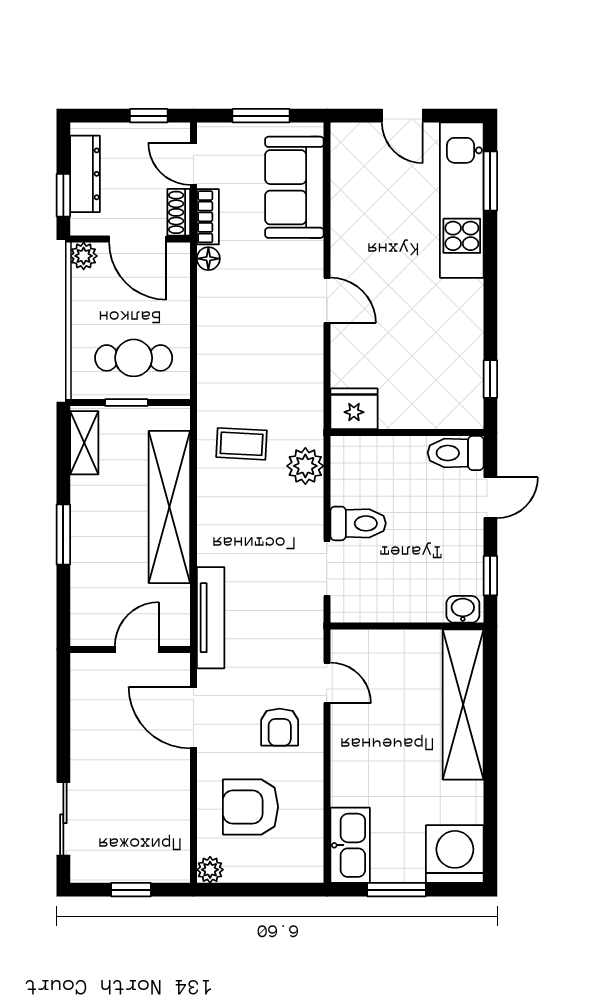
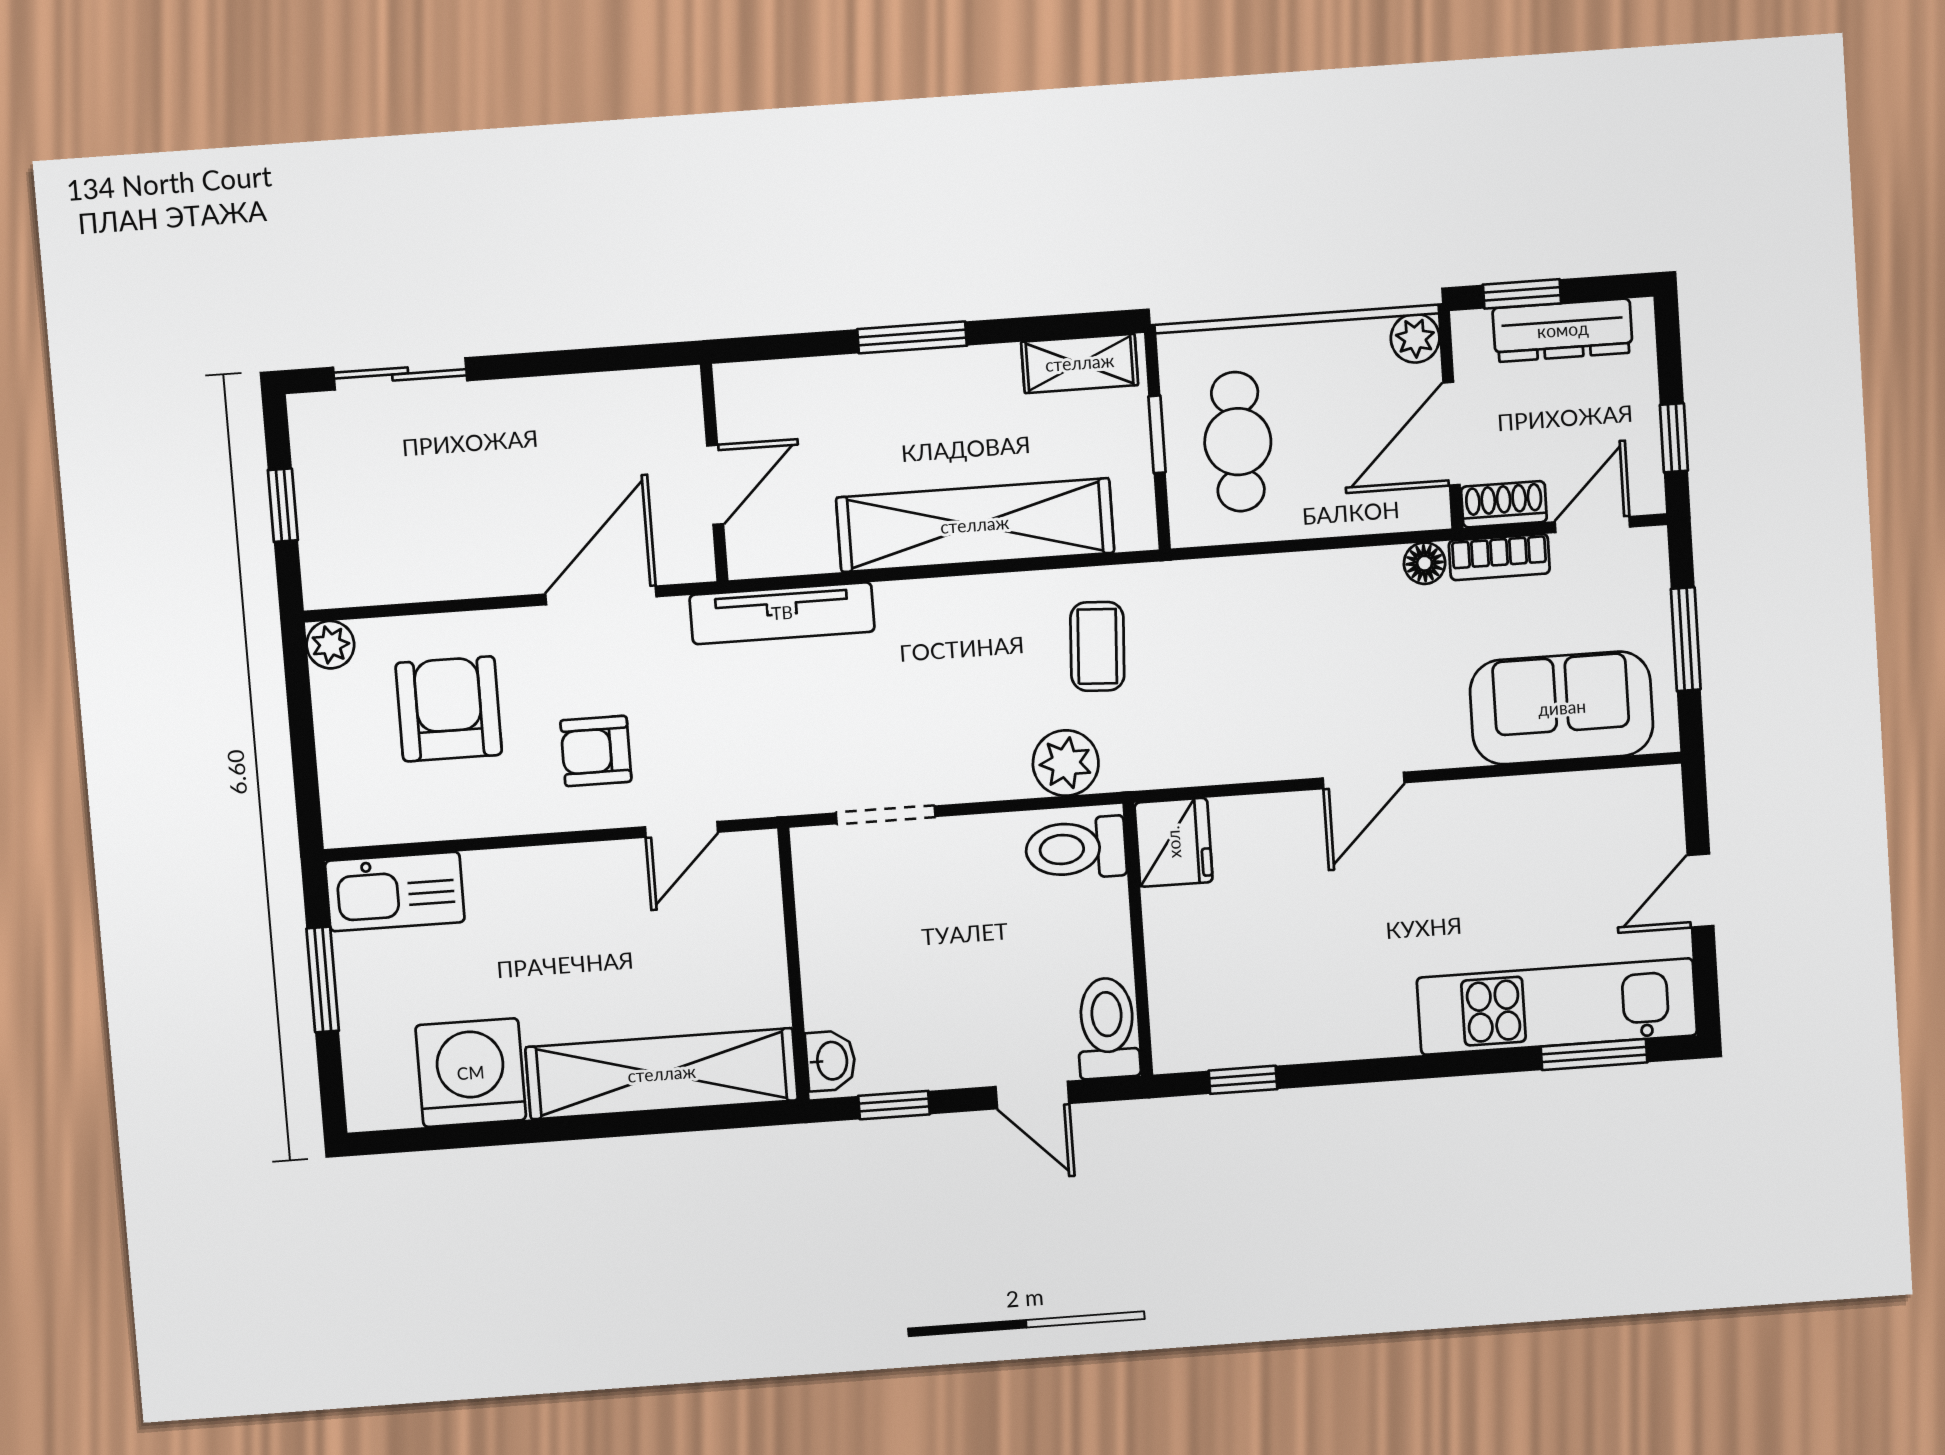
toilet: (358, 523) -> (1076, 848), moved, turned 90
door: (137, 649) -> (715, 485), hinge flipped
washing machine: (455, 854) -> (471, 1073), moved, turned -90

